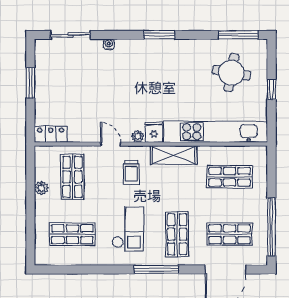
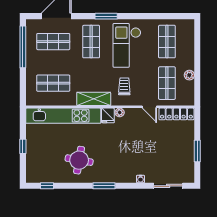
window: (238, 35) -> (47, 186), width x0.46
round table: (231, 73) -> (79, 160), moved
locker: (51, 134) -> (176, 114), width x1.53
door: (111, 144) -> (149, 107), moved
checkout: (128, 229) -> (127, 45), width x1.36, depth x1.21
shop shelf: (72, 234) -> (167, 42), turned 90
window: (156, 269) -> (106, 16), width x0.69

